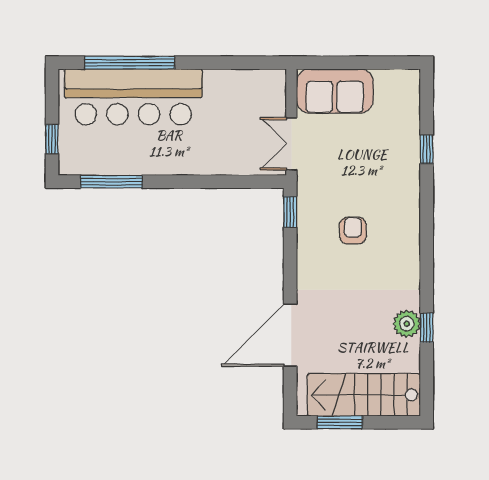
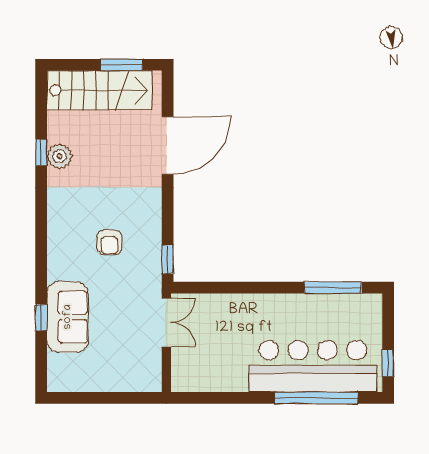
sofa: (335, 91) -> (68, 317), moved, turned 90
window: (52, 139) -> (388, 363), moved

